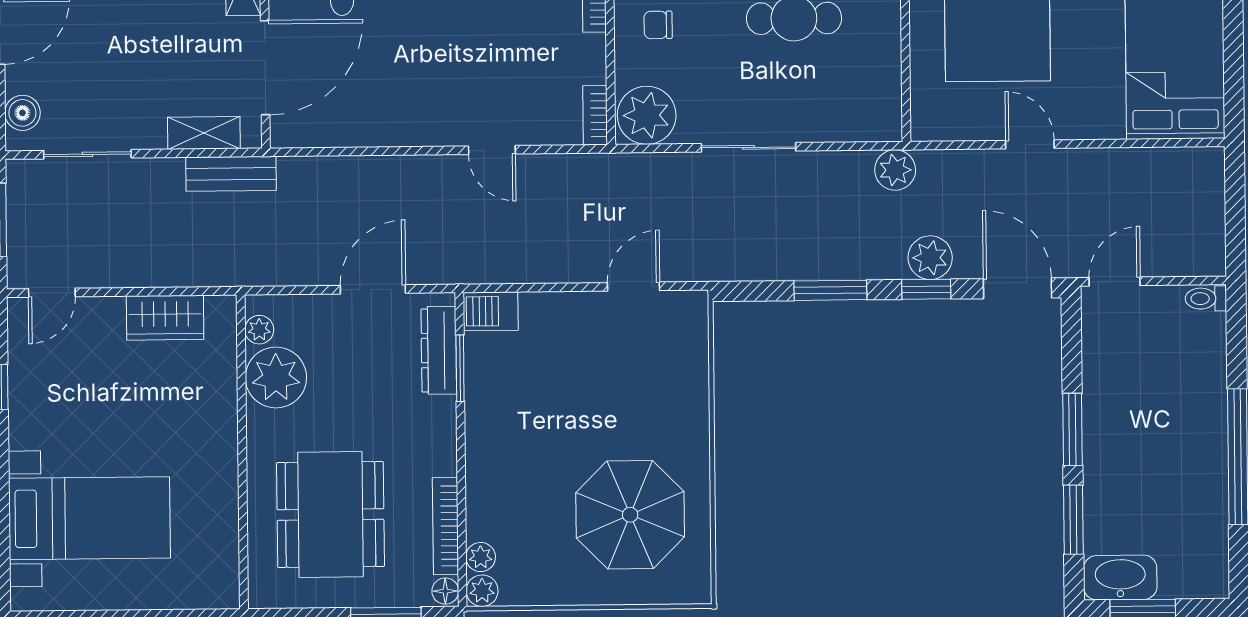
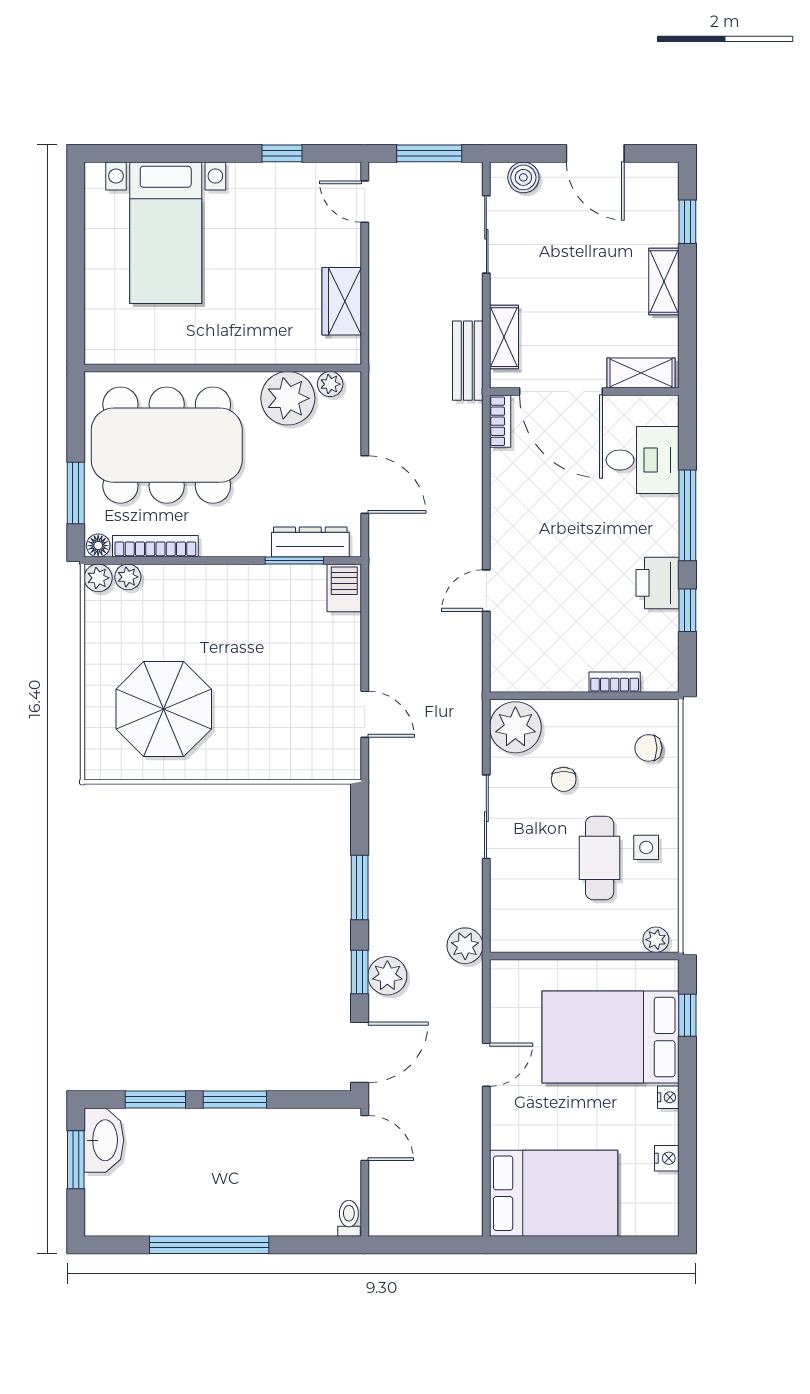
chair: (658, 25) -> (564, 779), moved, turned 180
bookcase: (595, 115) -> (500, 421), moved, turned 90
dining table: (331, 515) -> (167, 445), width x1.36, depth x1.24

